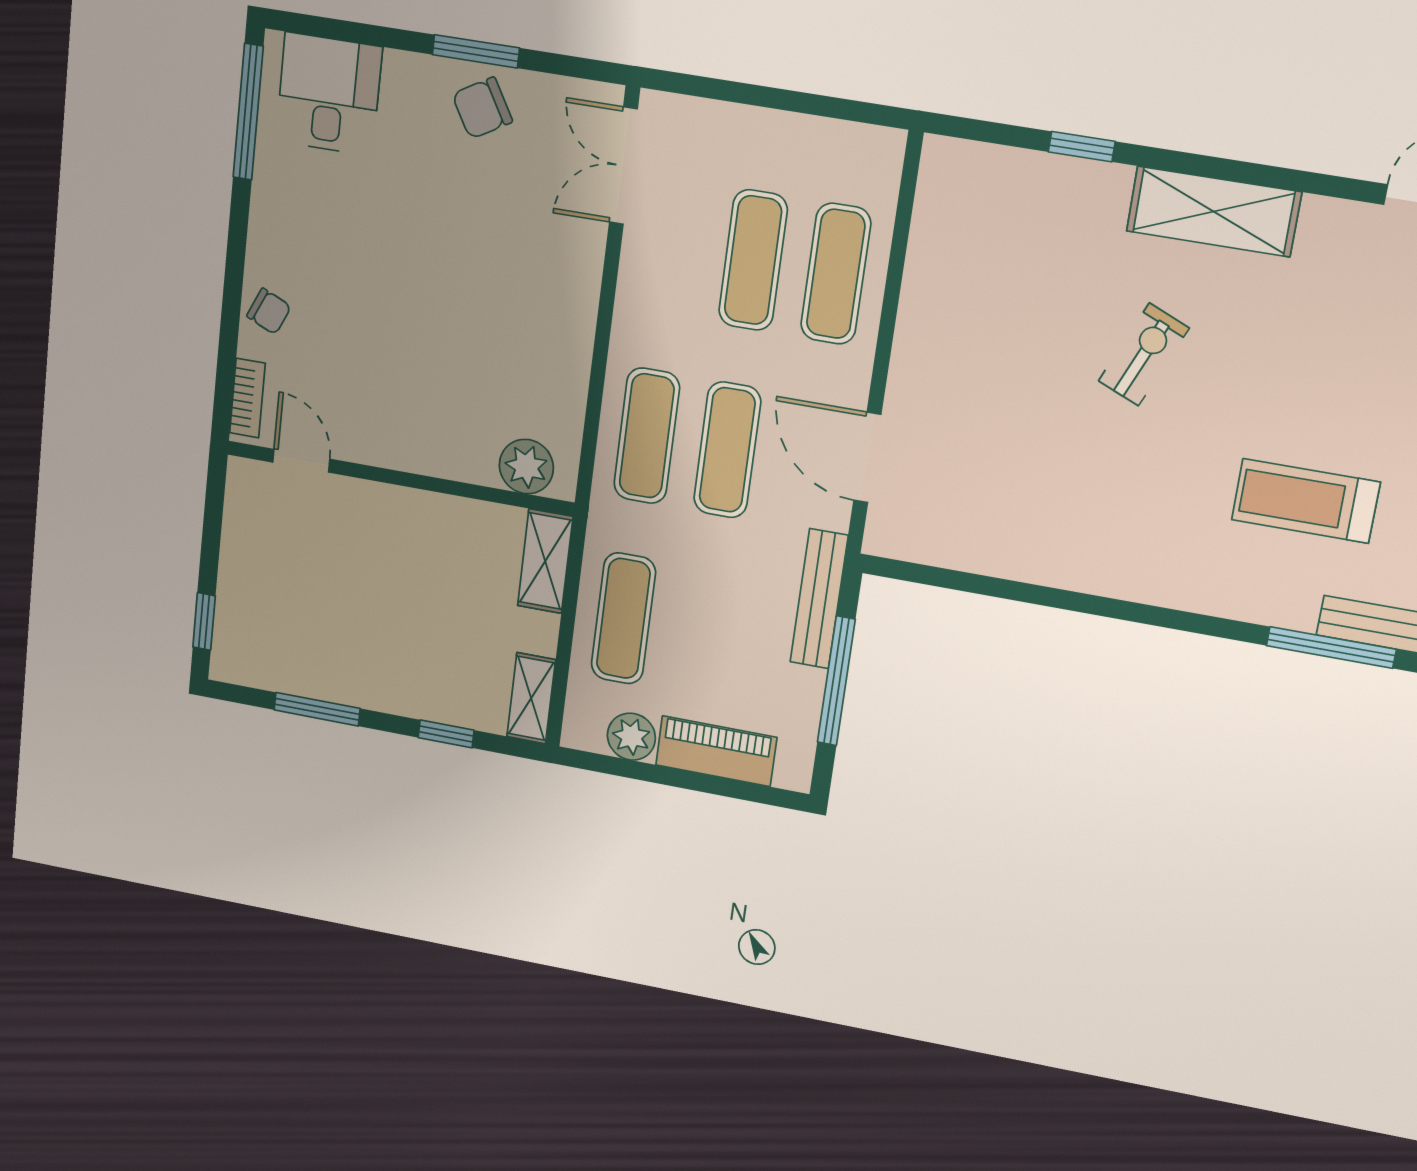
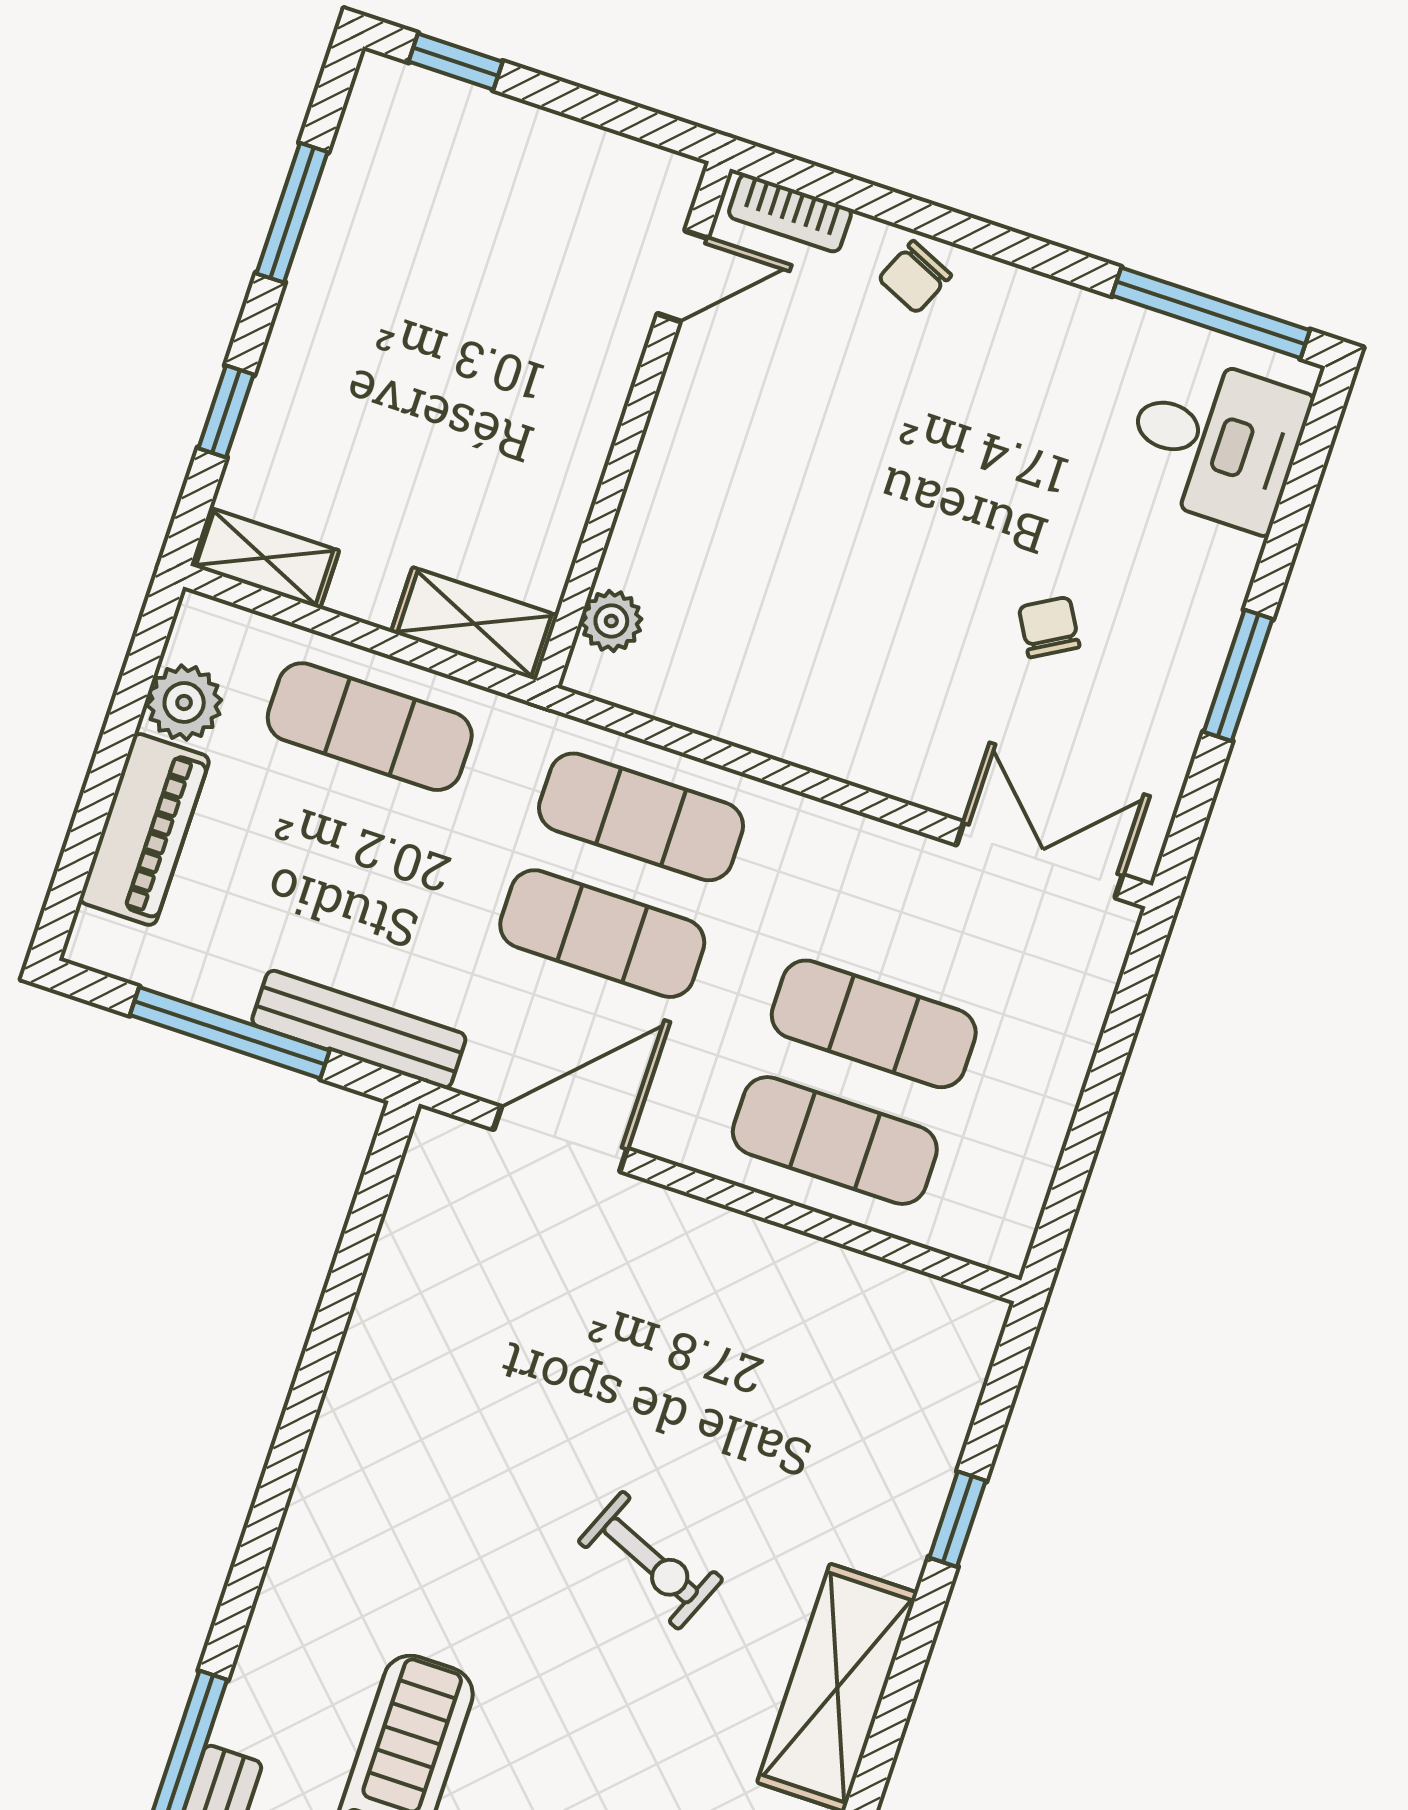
chair: (482, 108) -> (1049, 627), moved, width x0.73, depth x0.73
plant: (526, 467) -> (611, 621), width x0.73, depth x0.73

